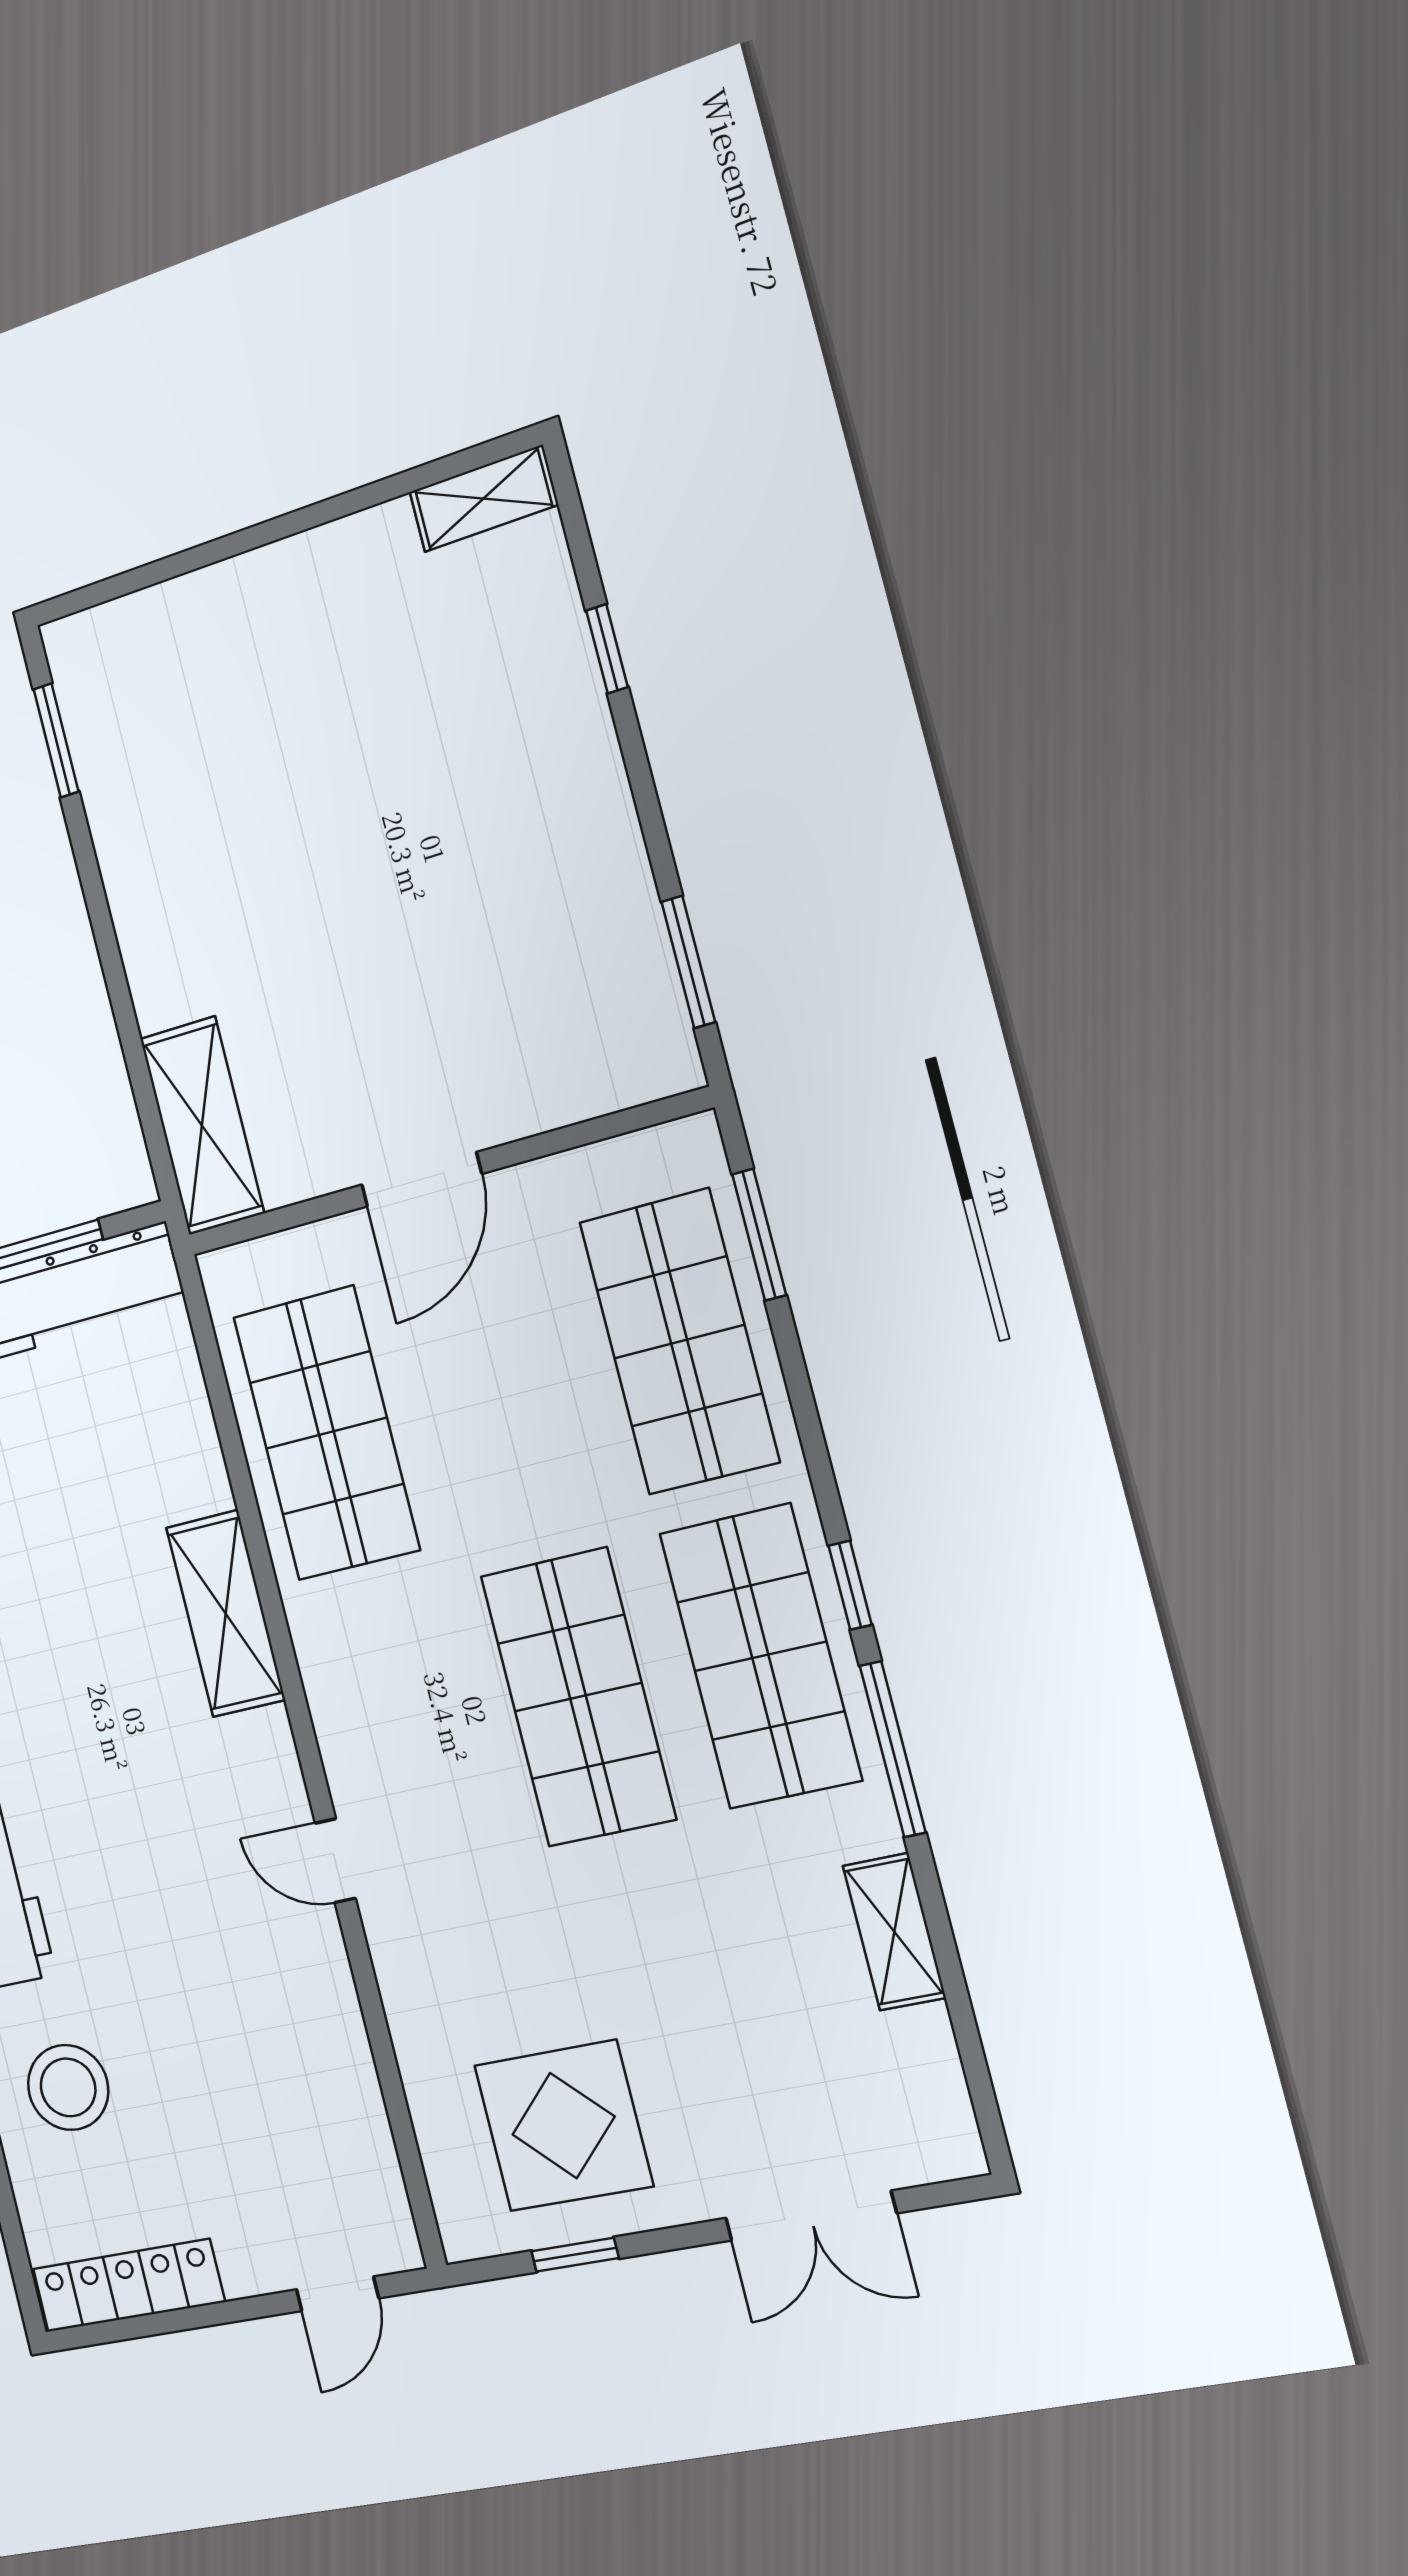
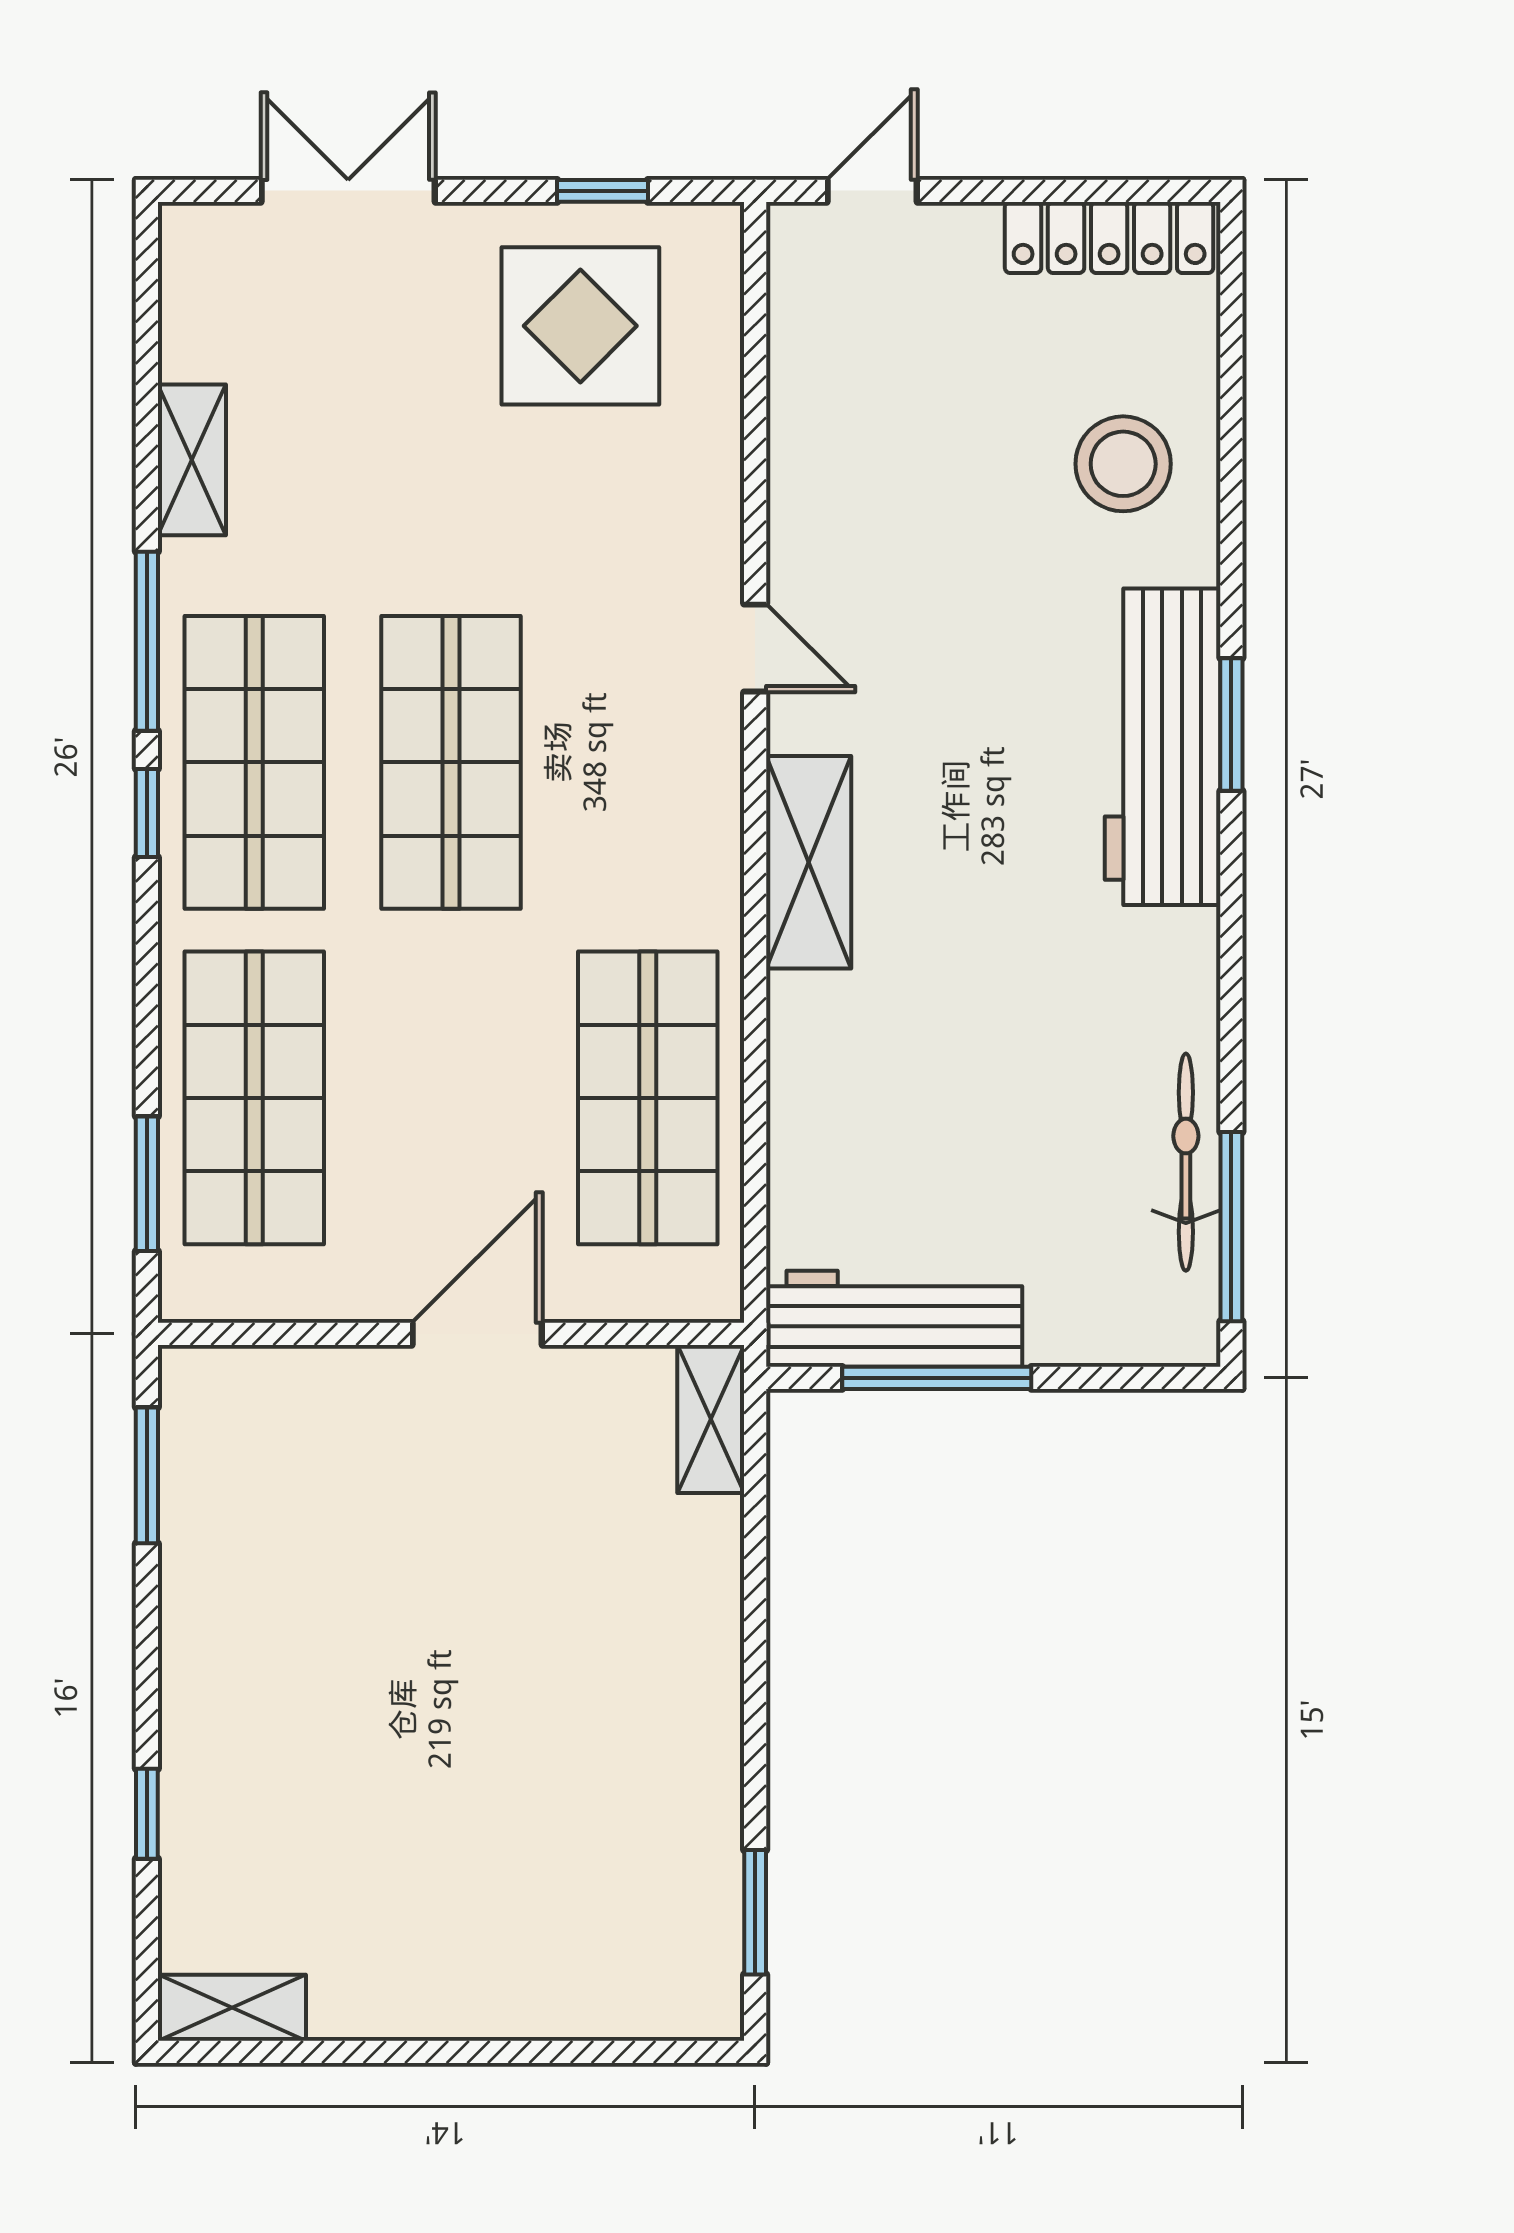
shelving: (202, 1126) -> (711, 1419), width x0.67, depth x0.75
shelving: (226, 1613) -> (809, 862), moved

